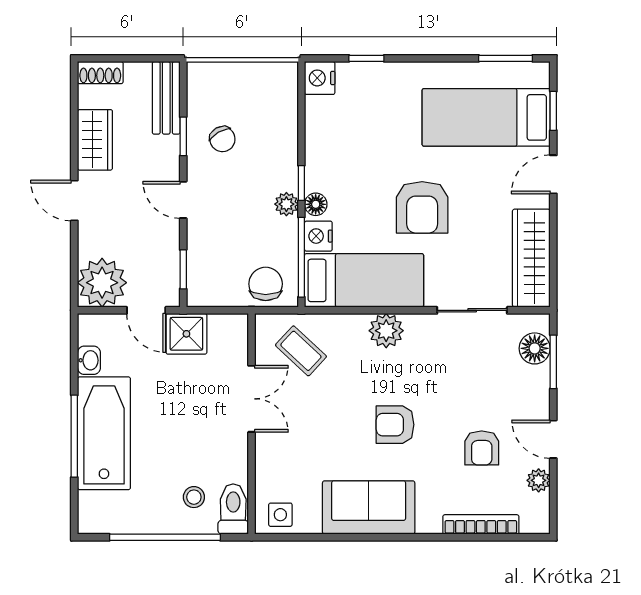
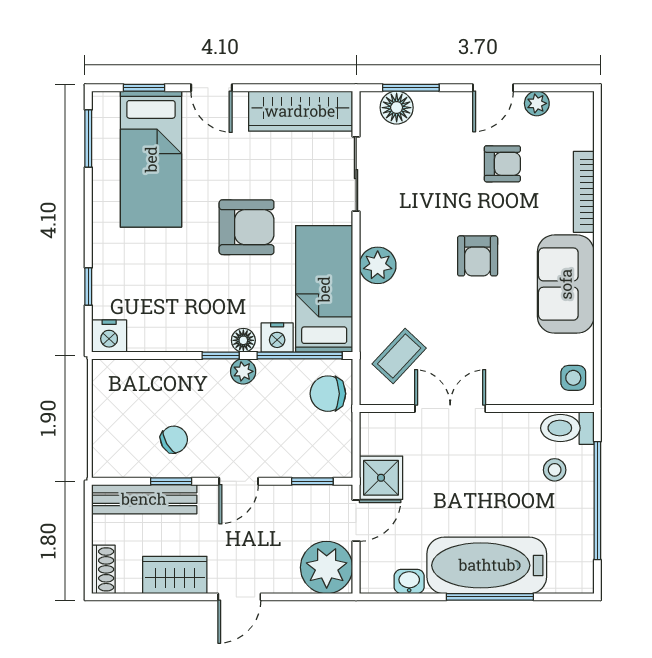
bench: (166, 98) -> (144, 499), width x1.36
bookcase: (481, 524) -> (584, 192), moved

